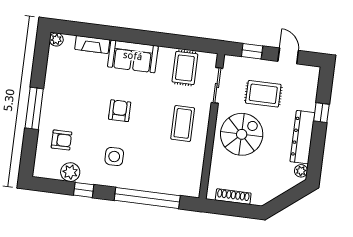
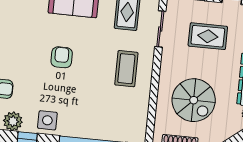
spiral stairs: (242, 134) -> (194, 100), moved, turned 90
side table: (114, 156) -> (47, 120), moved

